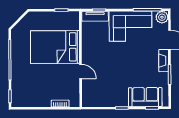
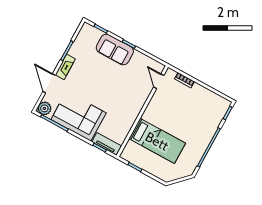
bed: (55, 47) -> (157, 141), width x0.67
door: (81, 72) -> (159, 81), moved
sofa: (145, 97) -> (115, 49), moved

